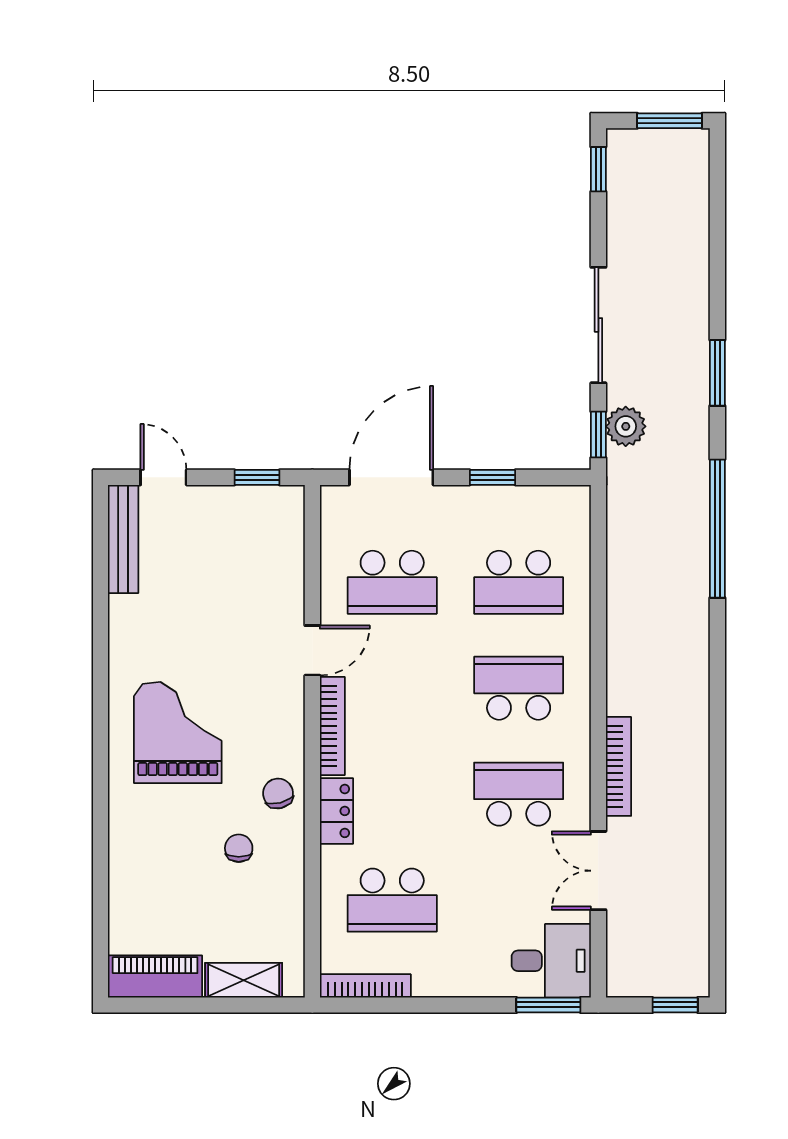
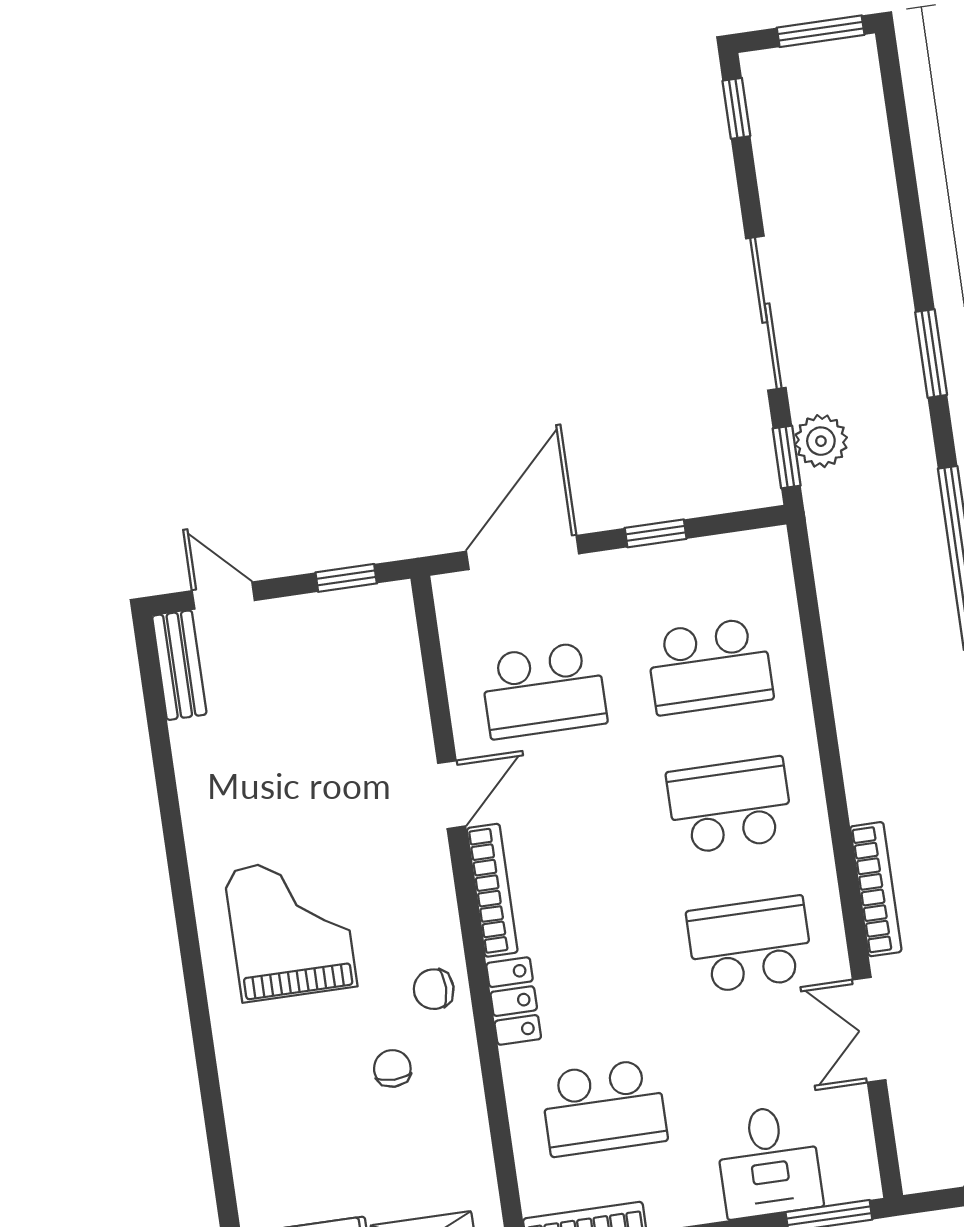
bench: (123, 539) -> (179, 665), width x0.73
chair: (278, 793) -> (434, 989), turned -76
desk: (551, 961) -> (769, 1161), moved, turned 90

